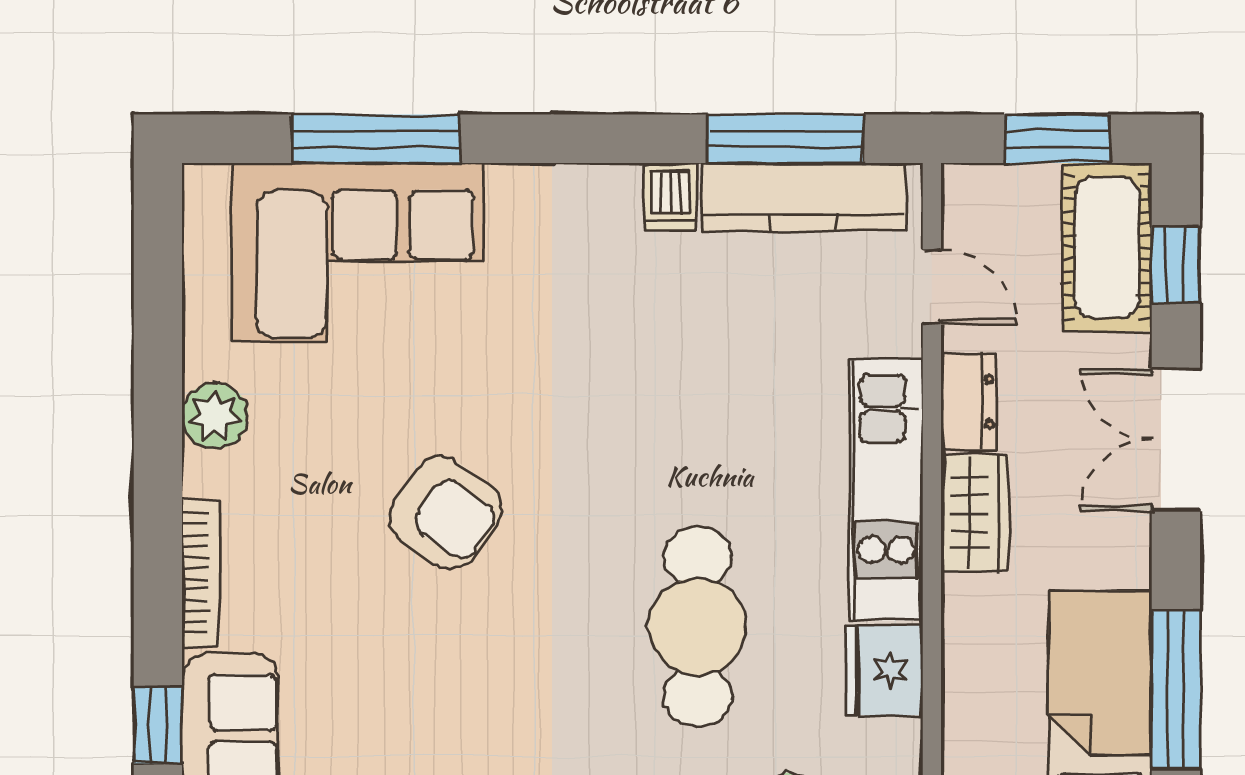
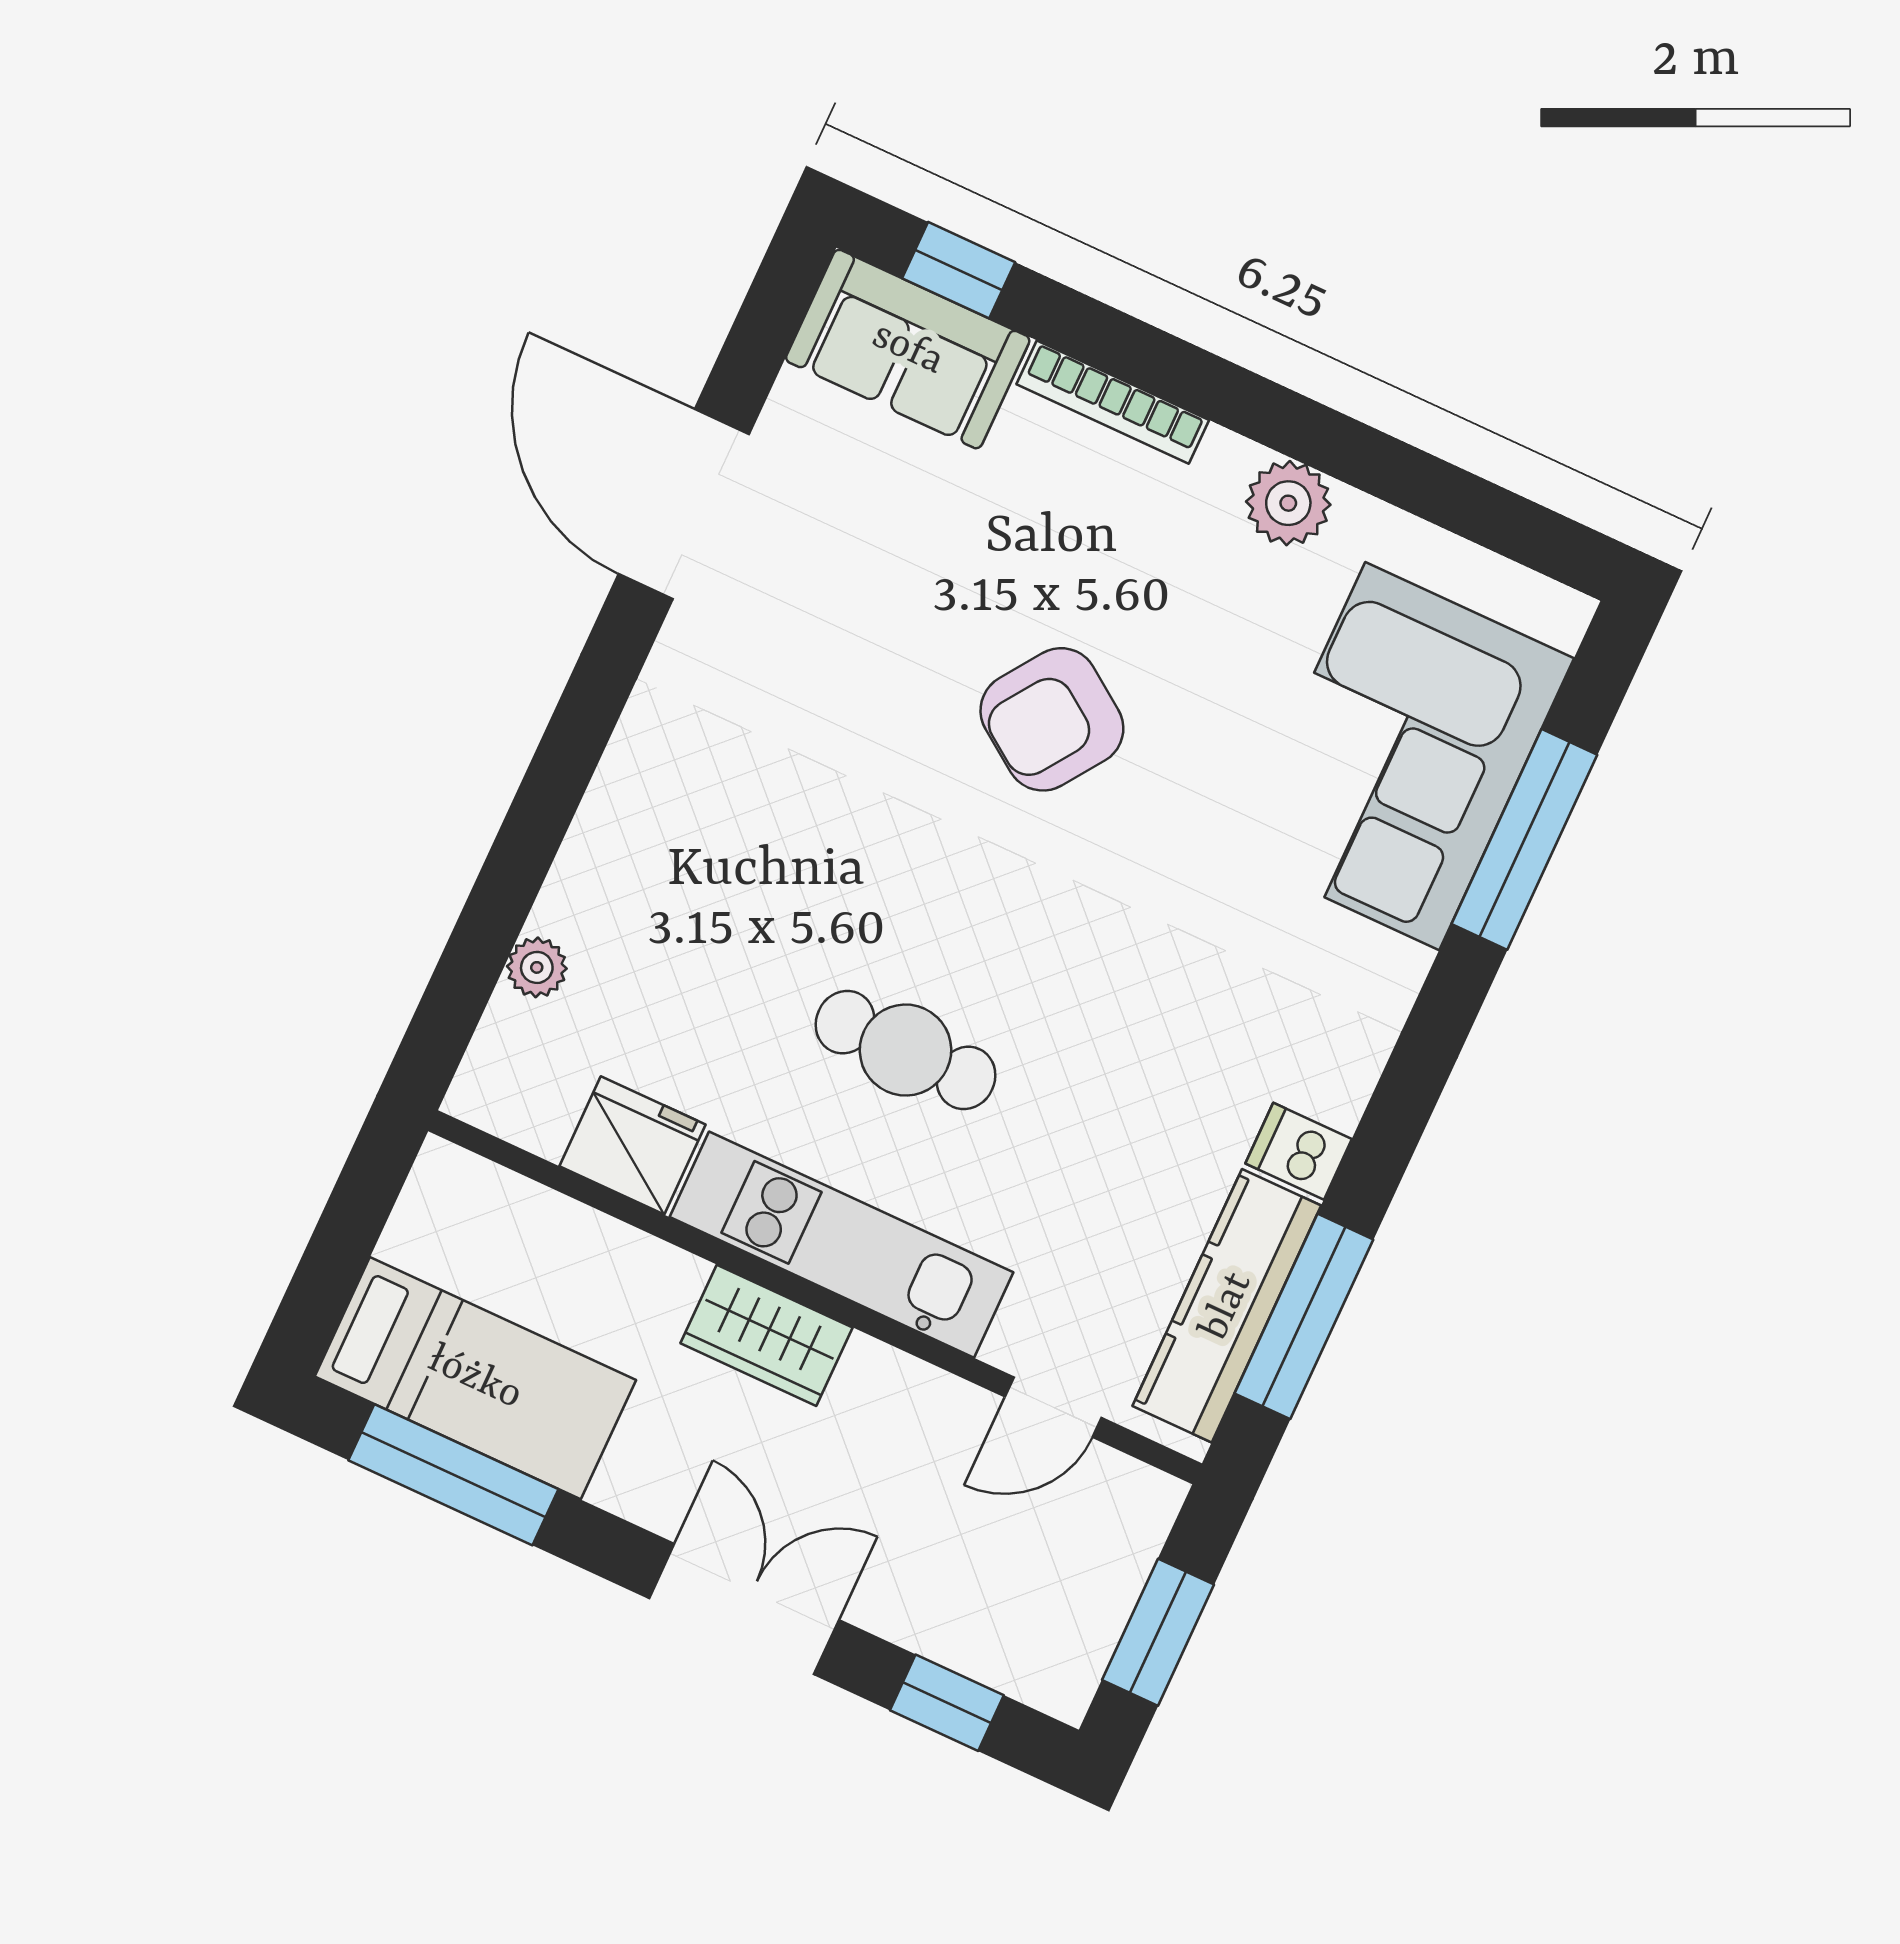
cot: (1107, 247) -> (1005, 1632), removed
dresser: (968, 402) -> (900, 1388), removed
cafe table: (698, 626) -> (906, 1050), moved, width x0.73, depth x0.74

